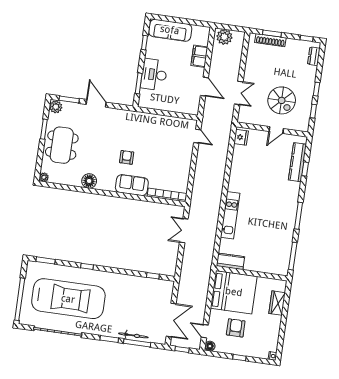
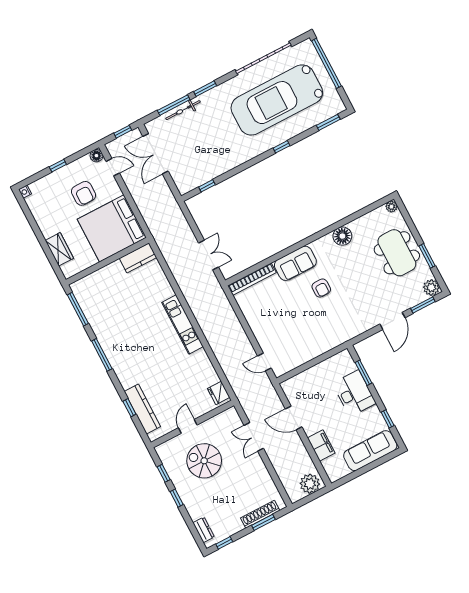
door: (96, 103) -> (392, 321), hinge flipped
kitchen unit: (230, 215) -> (183, 325), moved

